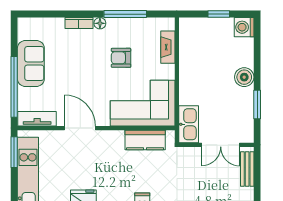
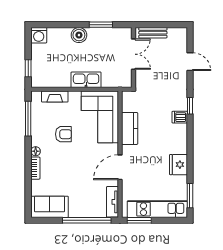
window: (125, 14) -> (28, 119), moved
window: (219, 14) -> (28, 68), moved
armchair: (121, 58) -> (63, 134), turned -90
sofa: (31, 64) -> (50, 207), moved
kitchen sink: (189, 124) -> (86, 80), moved
kitchen counter: (145, 140) -> (130, 128), moved

